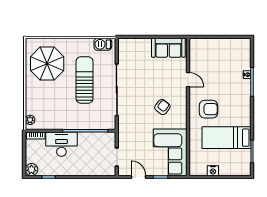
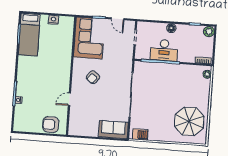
sofa: (168, 48) -> (113, 130), moved
sun lounger: (85, 80) -> (158, 105), removed
door: (188, 80) -> (69, 99), hinge flipped
armchair: (208, 109) -> (51, 125), moved
bed: (226, 138) -> (29, 35), moved, turned 90
desk: (61, 144) -> (164, 50), moved
floor lamp: (75, 170) -> (171, 28), added

